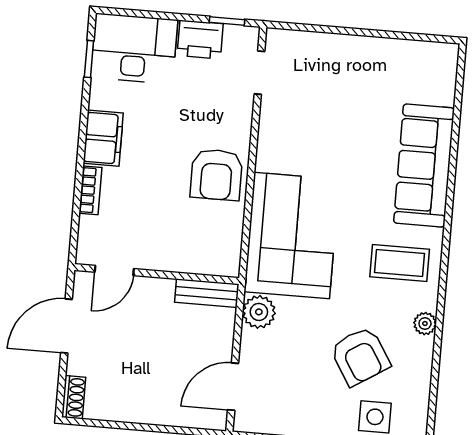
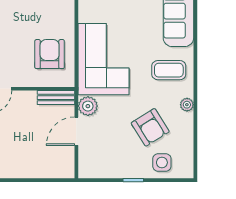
armchair: (216, 175) -> (50, 54), moved, turned 180
door: (233, 387) -> (76, 131), moved

